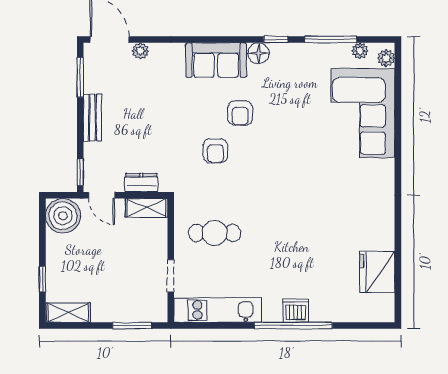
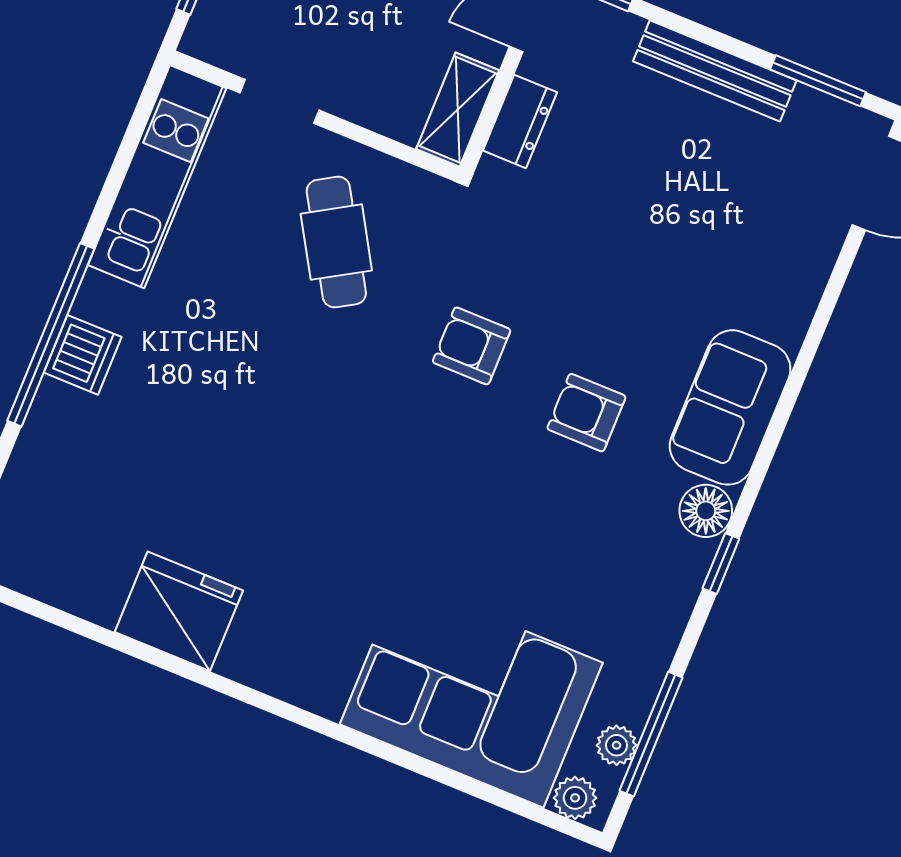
window: (331, 40) -> (651, 734), moved
plant: (140, 51) -> (822, 243), removed
bench: (92, 117) -> (715, 71), width x1.36
armchair: (215, 151) -> (472, 346), moved
cafe table: (215, 233) -> (336, 242), turned -31
fridge: (377, 272) -> (179, 611), moved

